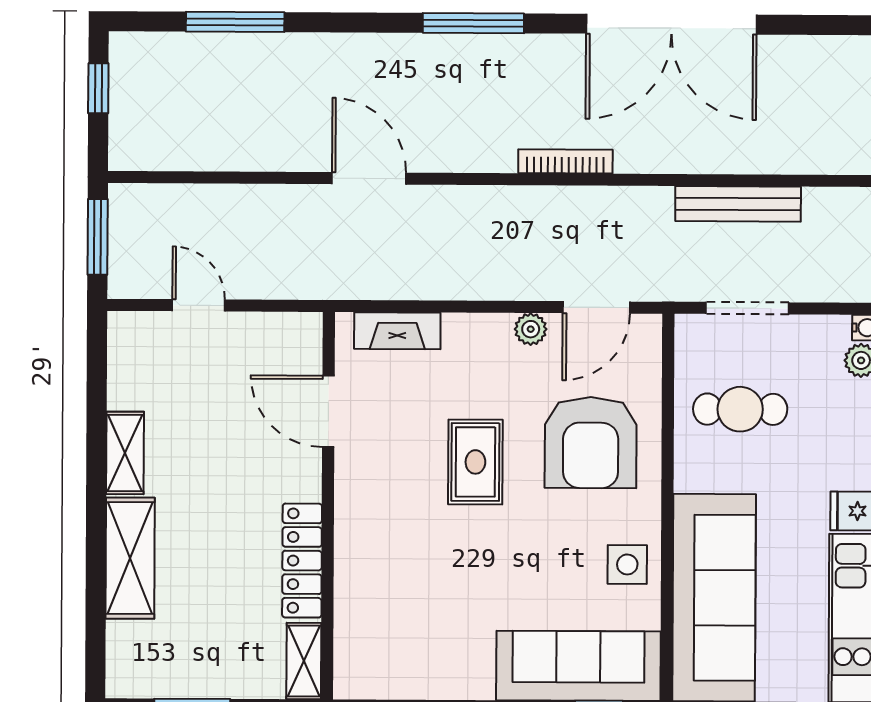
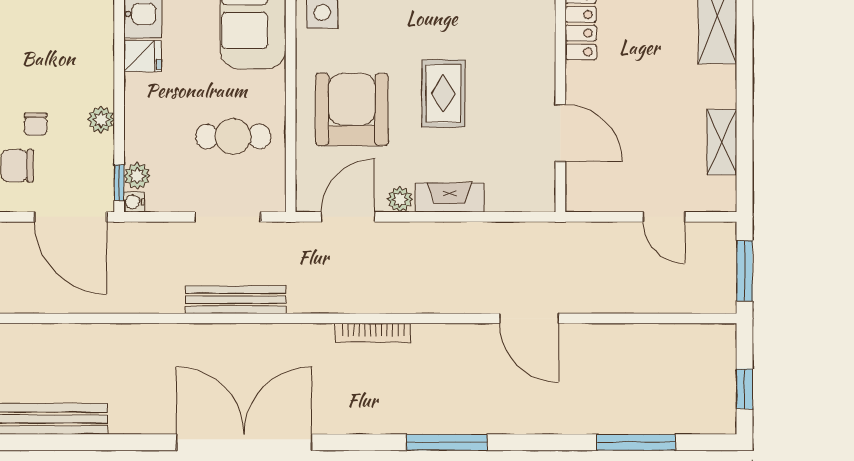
double door: (671, 24) -> (244, 442), moved
fireplace: (397, 331) -> (450, 197), moved
shelving: (125, 453) -> (722, 142), moved

